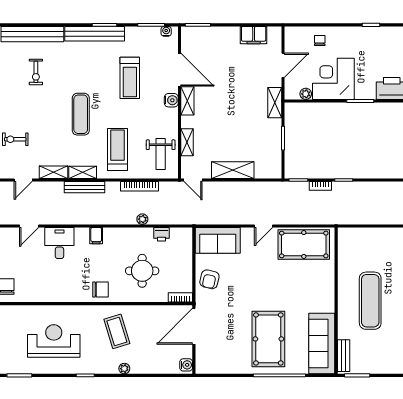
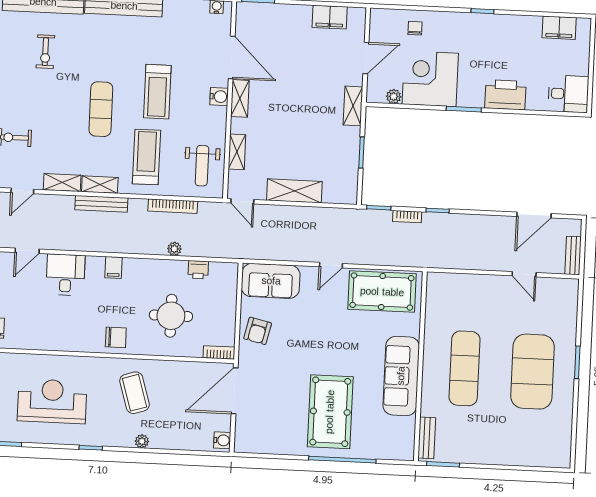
treadmill: (130, 78) -> (157, 92), moved
sofa: (322, 343) -> (401, 376), moved

